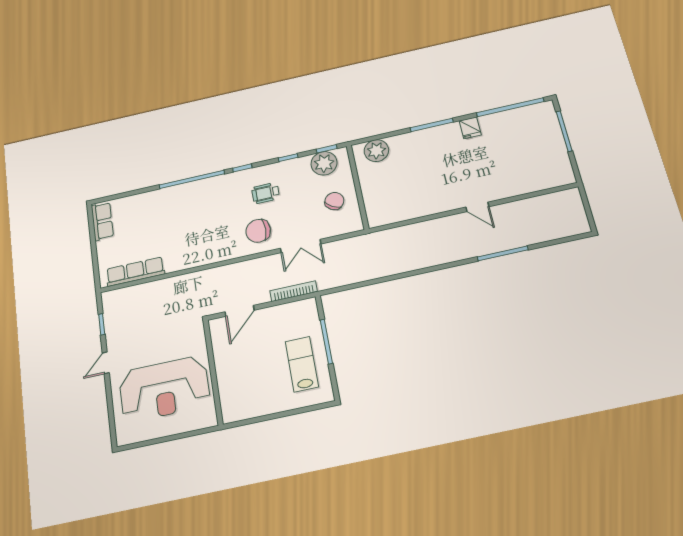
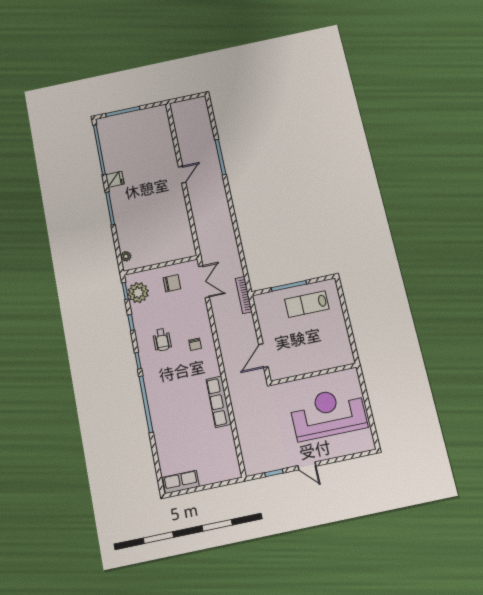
plant: (376, 151) -> (126, 256), width x0.53, depth x0.53
chair: (334, 201) -> (172, 283), turned 149
chair: (258, 231) -> (195, 344), width x0.54, depth x0.54
double door: (301, 246) -> (204, 282), moved
row of seats: (135, 272) -> (219, 402), moved
bookcase: (294, 291) -> (244, 295), moved
door: (240, 311) -> (263, 356), swing flipped
reception desk: (164, 389) -> (328, 414), turned -90

